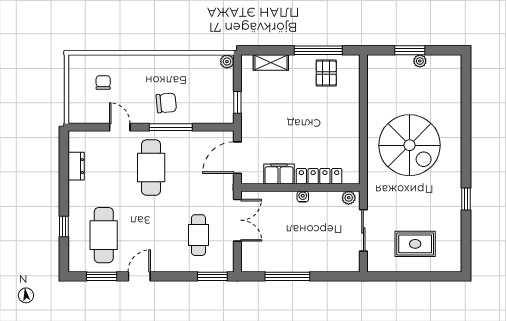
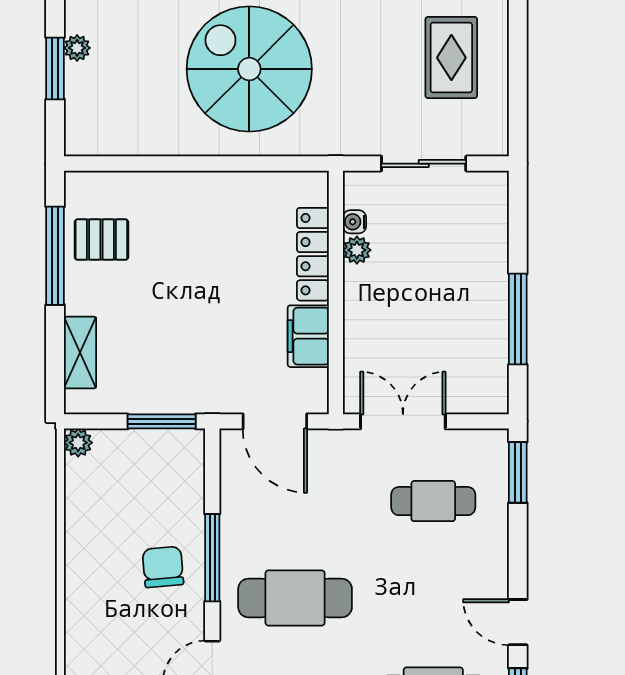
window: (237, 102) -> (162, 421), width x1.50
spiral stairs: (410, 145) -> (249, 69), turned -90
water cooler: (303, 197) -> (354, 222), moved
plant: (349, 198) -> (357, 250), moved

